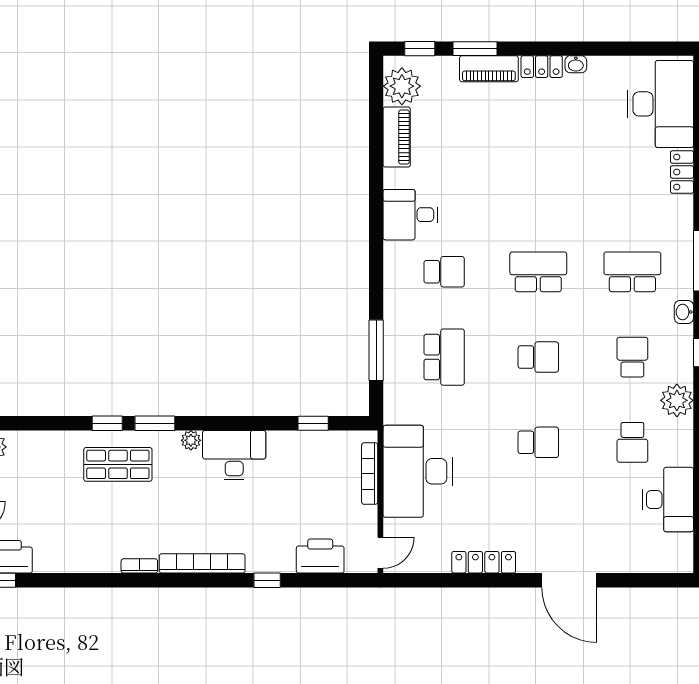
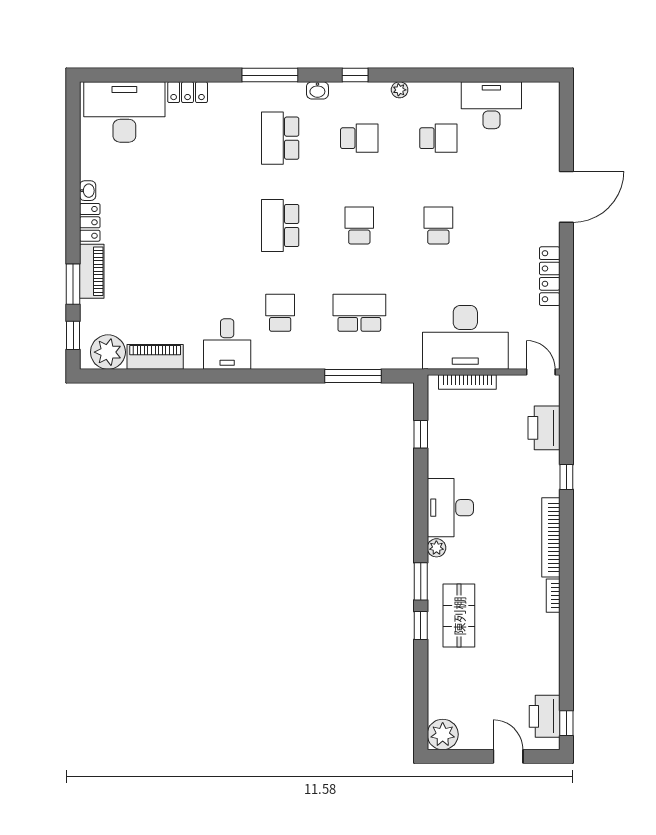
school desk: (632, 357) -> (359, 138), turned 180
plant: (677, 400) -> (400, 90), width x0.53, depth x0.53

